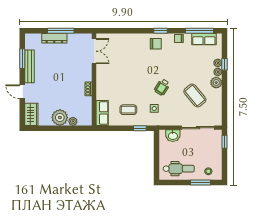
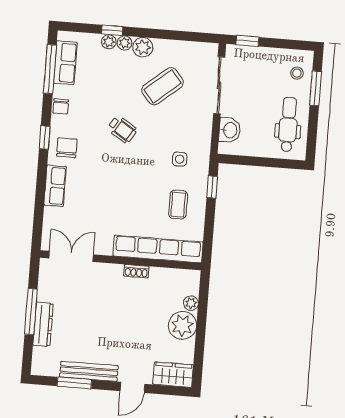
row of seats: (133, 39) -> (55, 186), added
wheelchair: (162, 87) -> (122, 129), moved
row of seats: (102, 113) -> (158, 249), width x2.02

